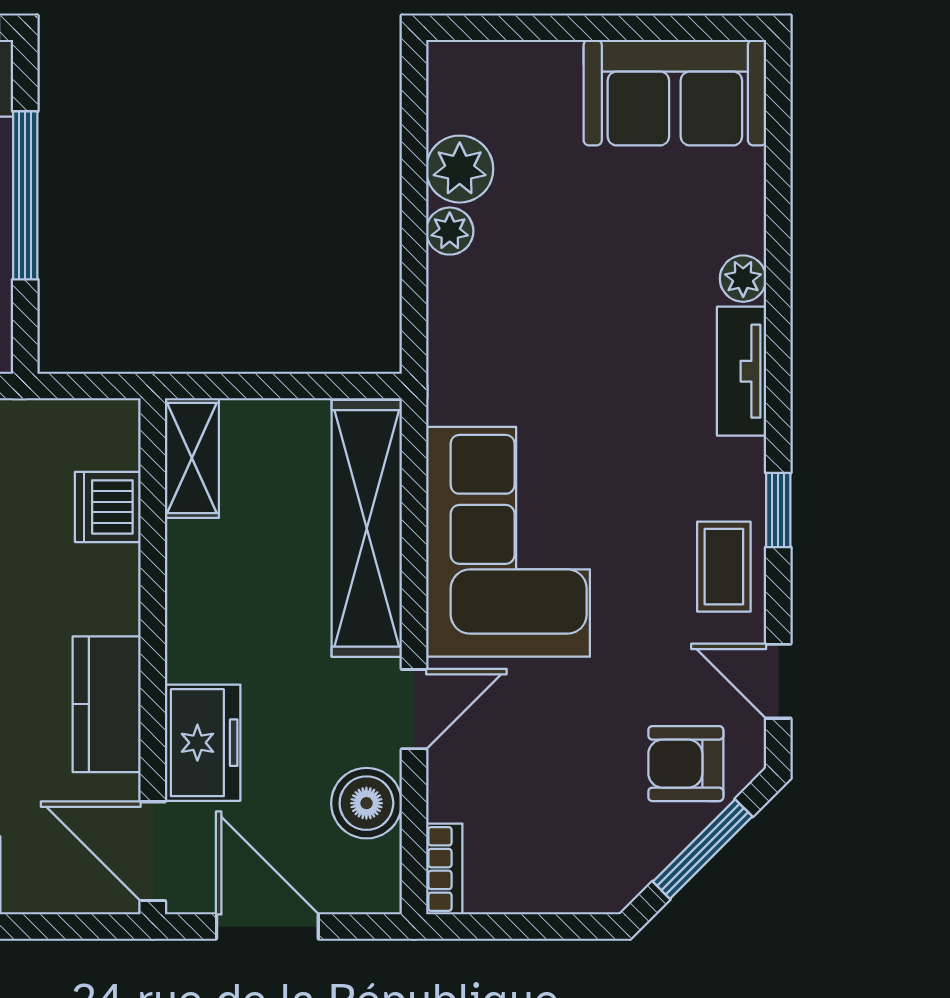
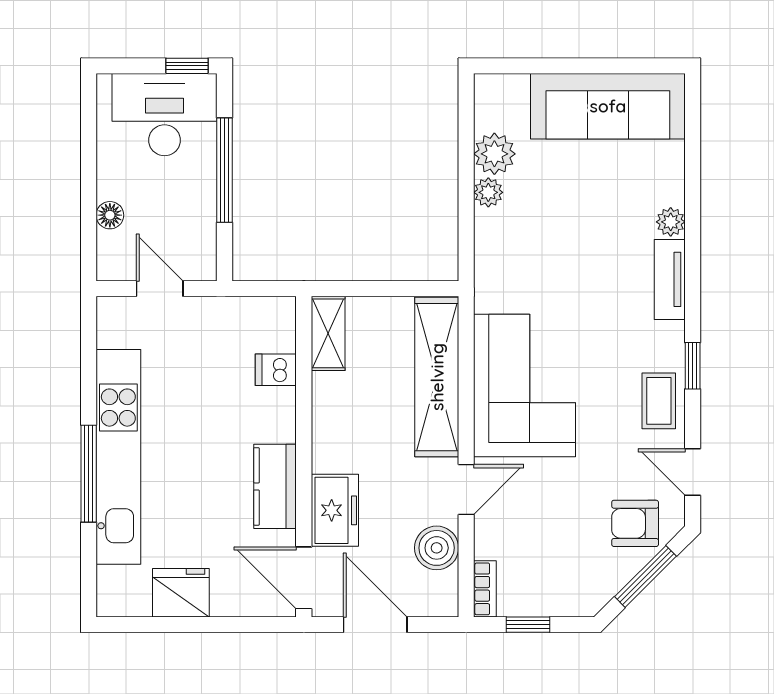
sofa: (675, 93) -> (608, 106), width x1.36
dishwasher: (108, 507) -> (276, 370), width x0.73
window: (514, 927) -> (528, 625), added

